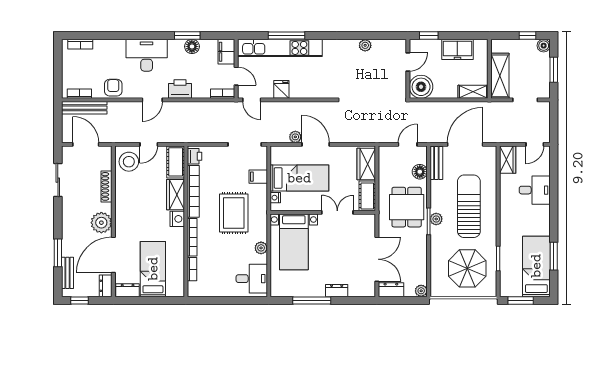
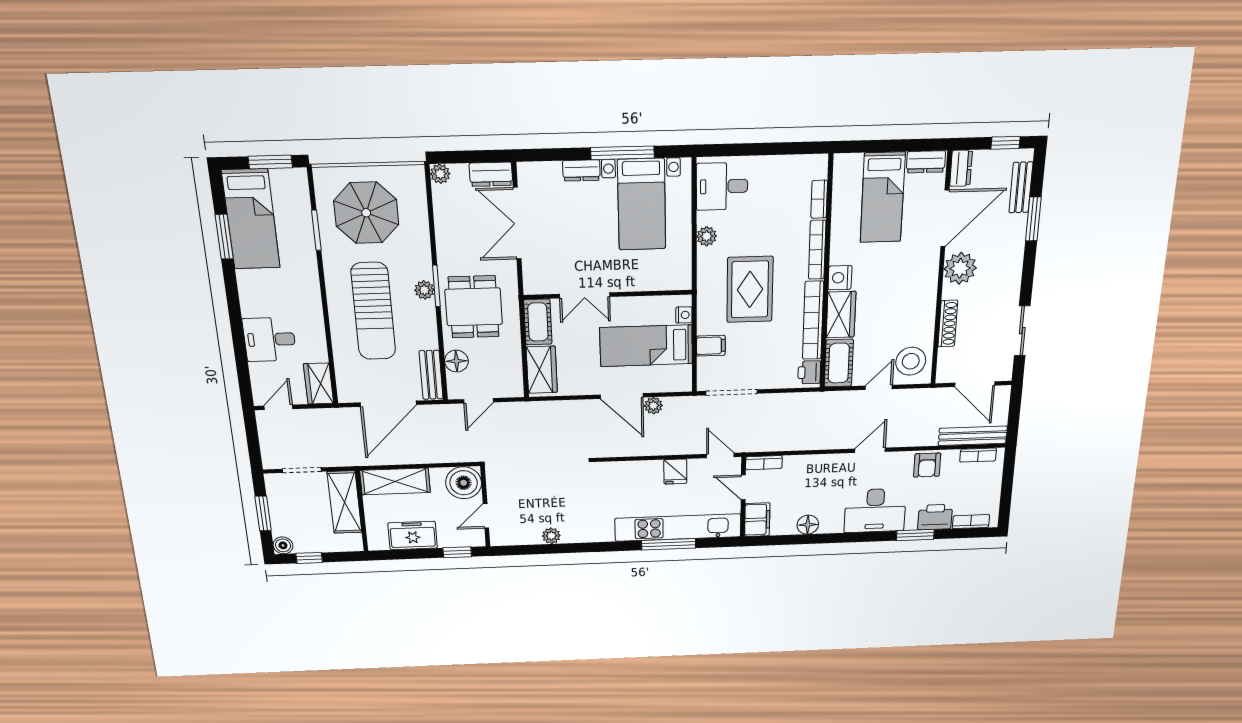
window: (187, 36) -> (915, 535), moved
printer: (180, 89) -> (935, 517), moved, turned 180
shelving: (473, 92) -> (395, 481), width x1.50, depth x1.33
bed with nightstands: (294, 242) -> (642, 204), moved, turned 180

